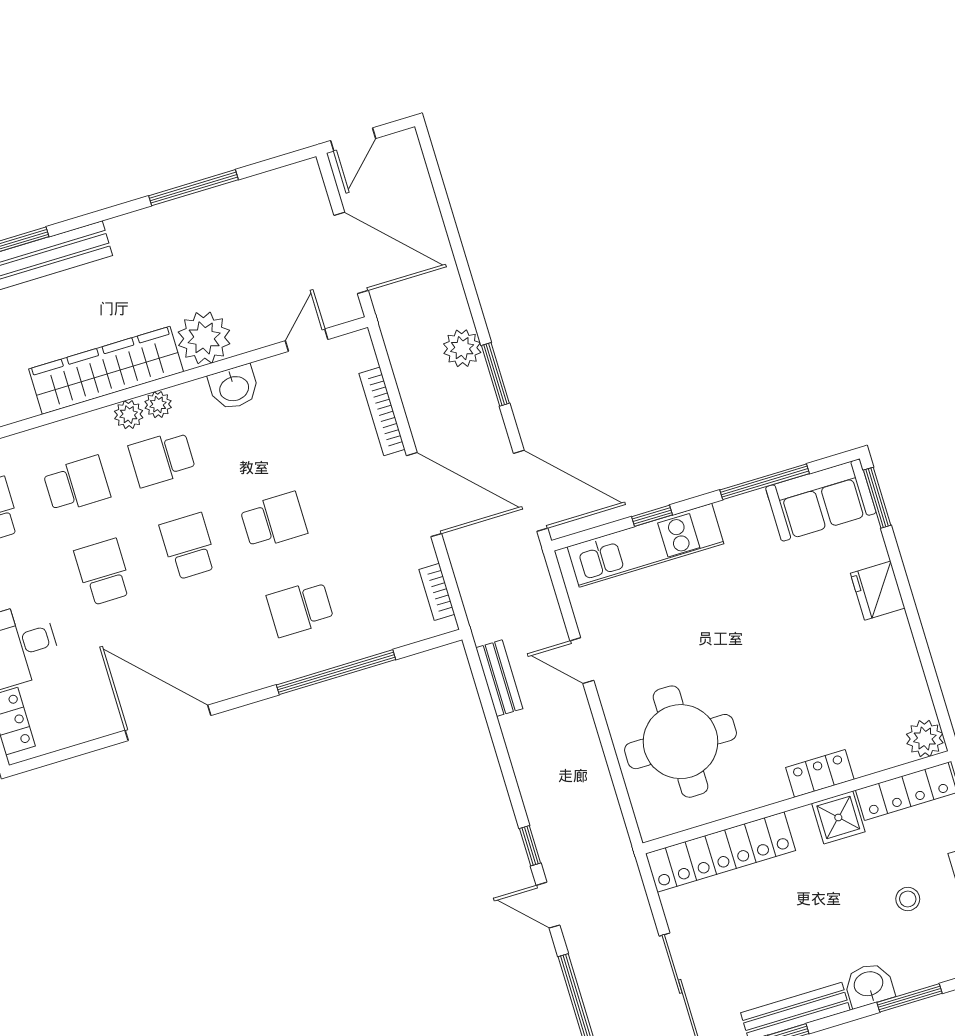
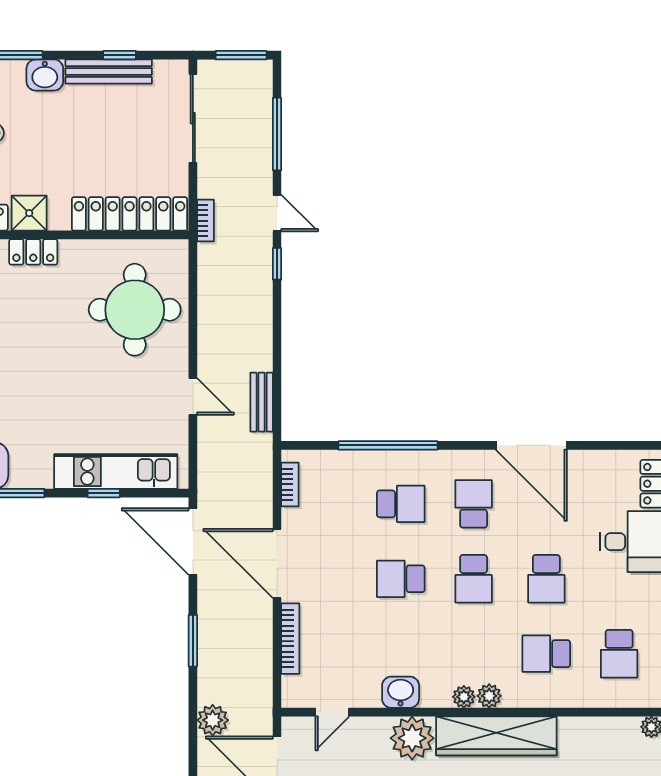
plant: (462, 348) -> (213, 720), moved
school desk: (162, 459) -> (474, 504), moved, turned -90
bookcase: (629, 871) -> (205, 221), added

